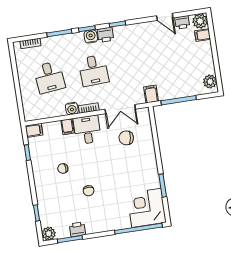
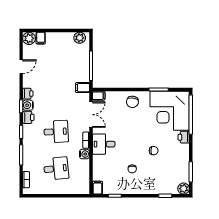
printer: (182, 22) -> (28, 94), moved
water cooler: (91, 37) -> (28, 105), moved
filing cabinet: (67, 127) -> (99, 96), moved
chair: (126, 138) -> (132, 102), moved
corner desk: (146, 208) -> (170, 111), width x1.36, depth x1.36
printer: (77, 229) -> (184, 137), moved

